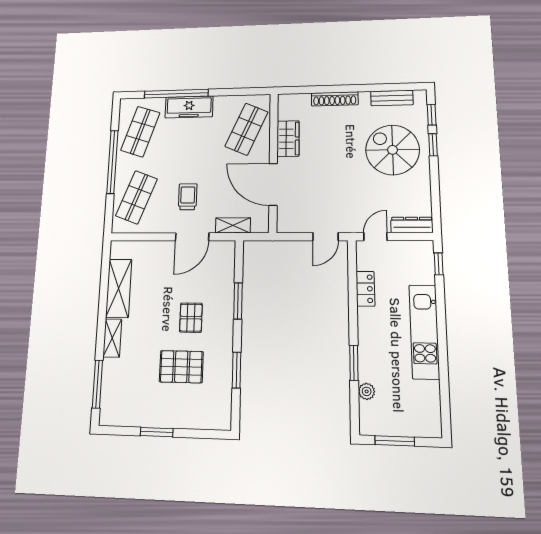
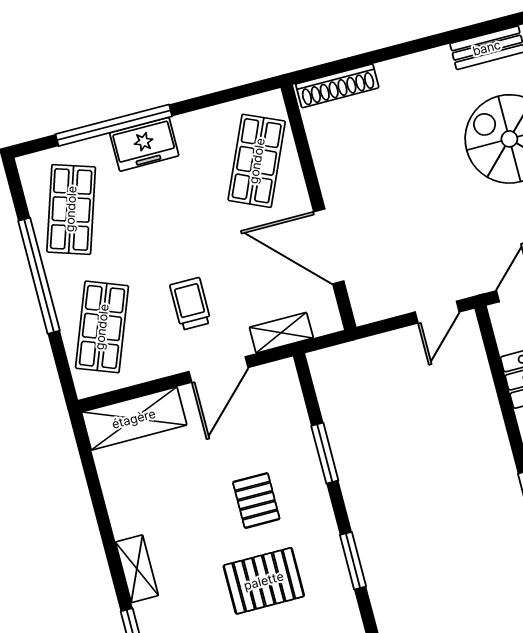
shoe rack: (335, 99) -> (337, 86), moved
freezer: (189, 107) -> (144, 144), width x0.71
wardrobe: (288, 139) -> (332, 161), removed
shelving: (119, 288) -> (134, 419), moved, turned 90

